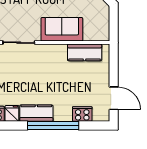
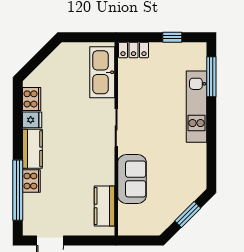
cooker: (82, 114) -> (31, 181), moved
window: (53, 125) -> (18, 190), moved

